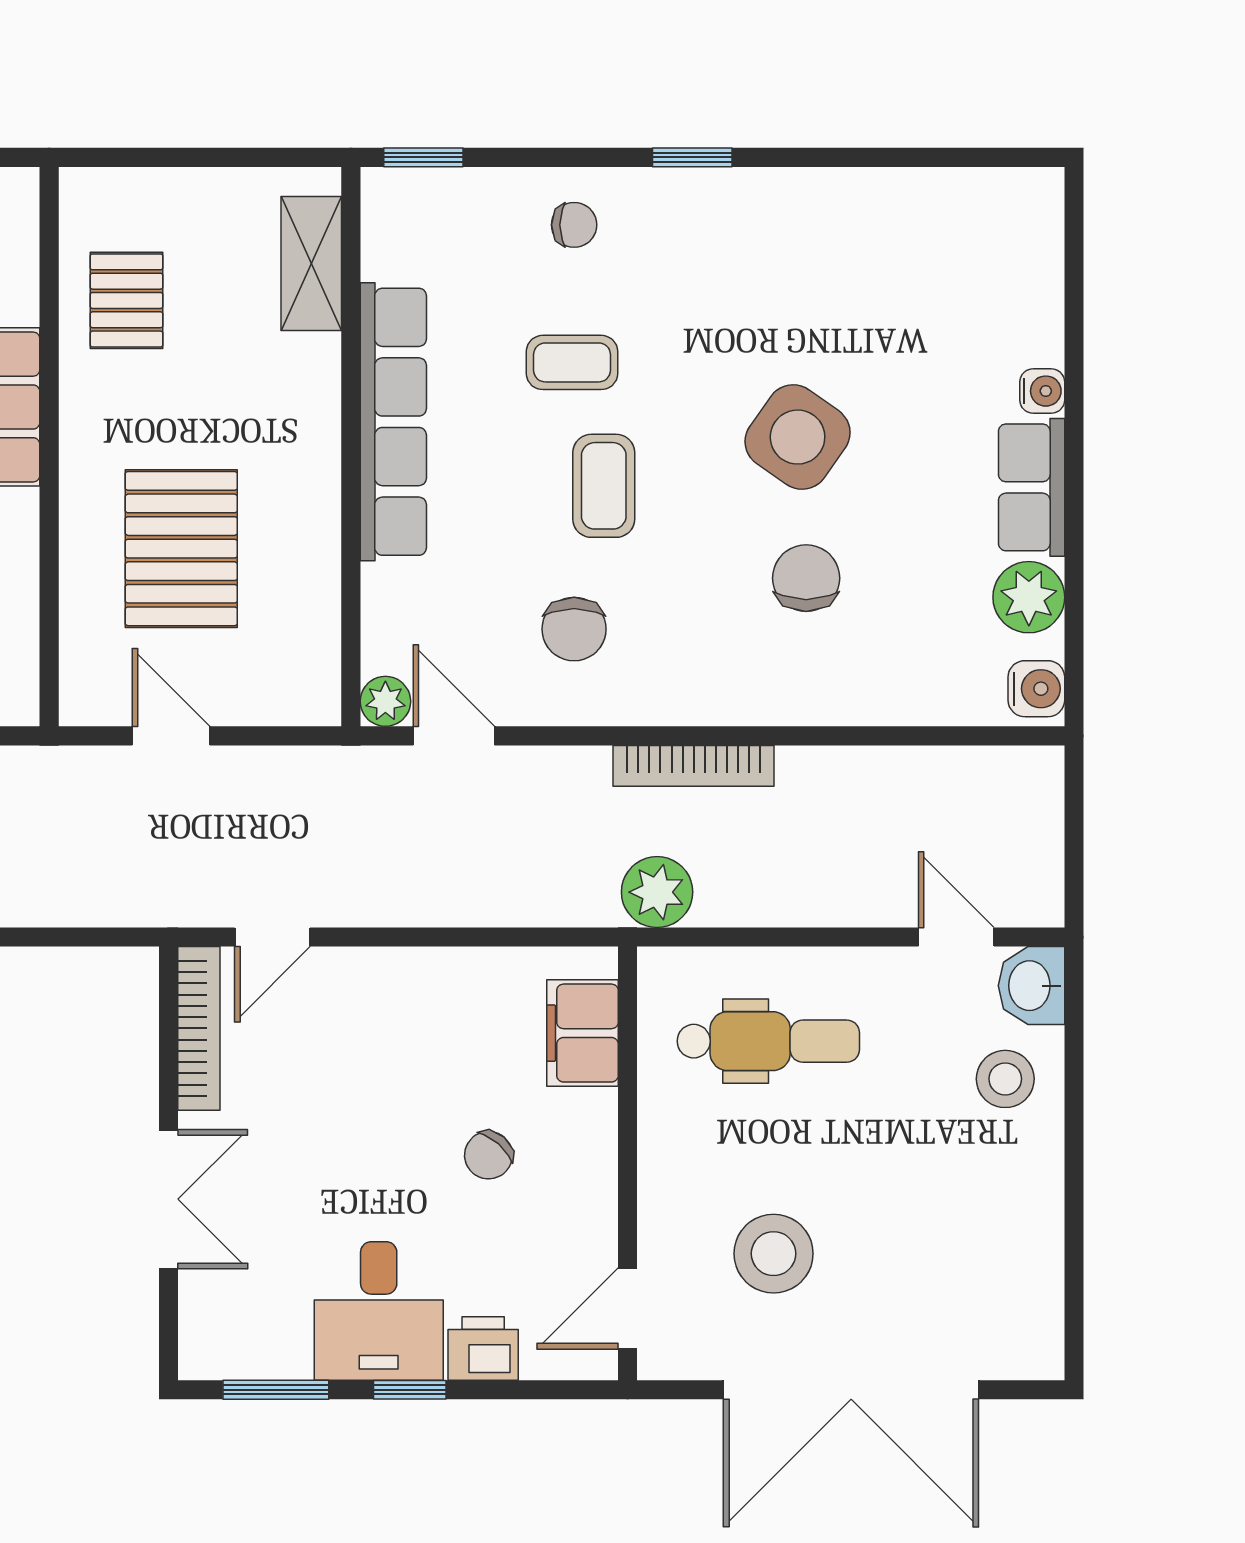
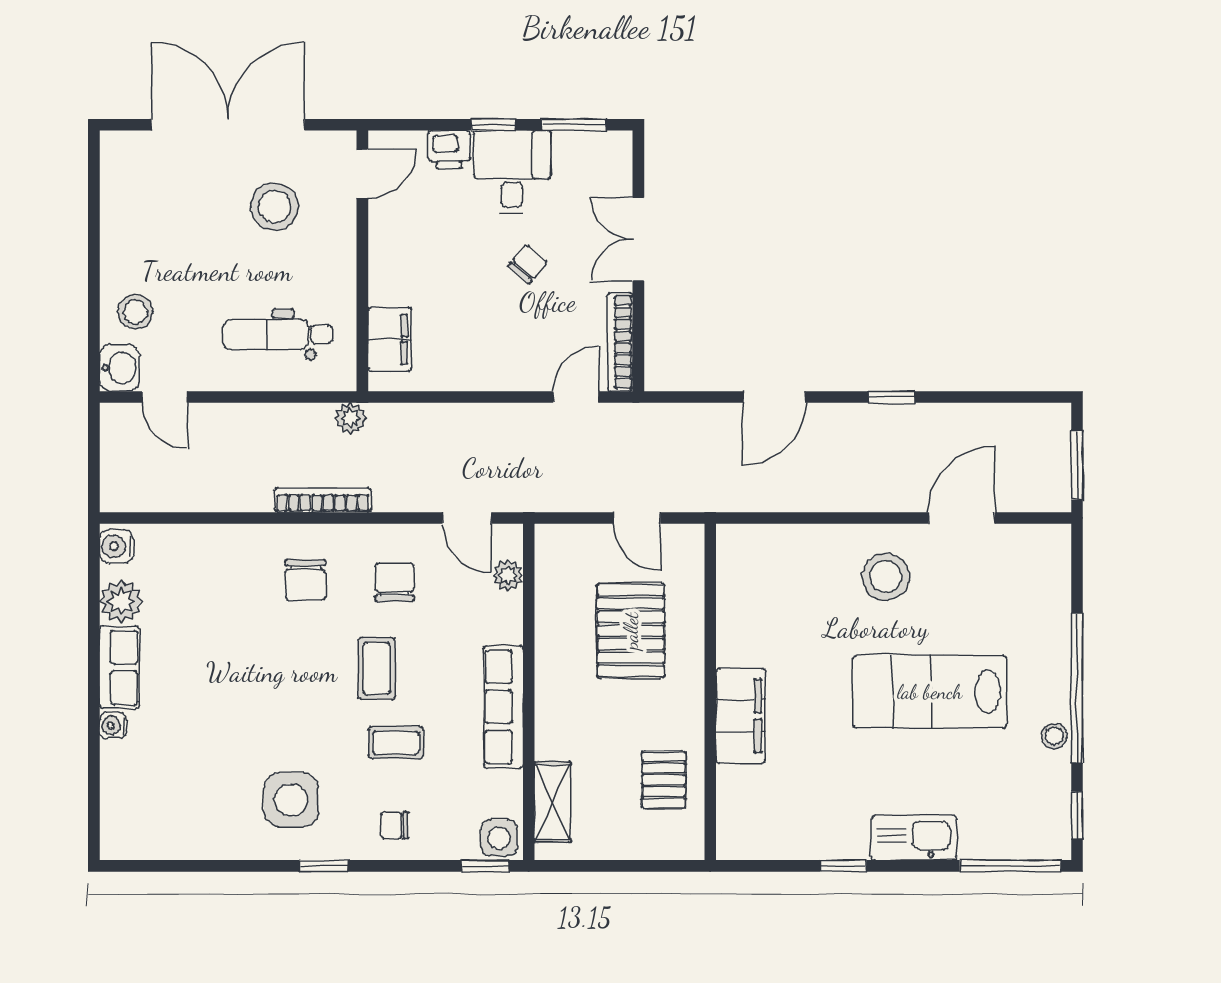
side table: (400, 204) -> (499, 838), added
row of seats: (393, 422) -> (503, 707), width x0.73
side table: (798, 437) -> (291, 800), moved, turned -35
chair: (806, 578) -> (305, 580), moved
plant: (385, 701) -> (508, 575), moved
plant: (657, 892) -> (350, 418), width x0.73, depth x0.73
chair: (488, 1155) -> (528, 264), moved

